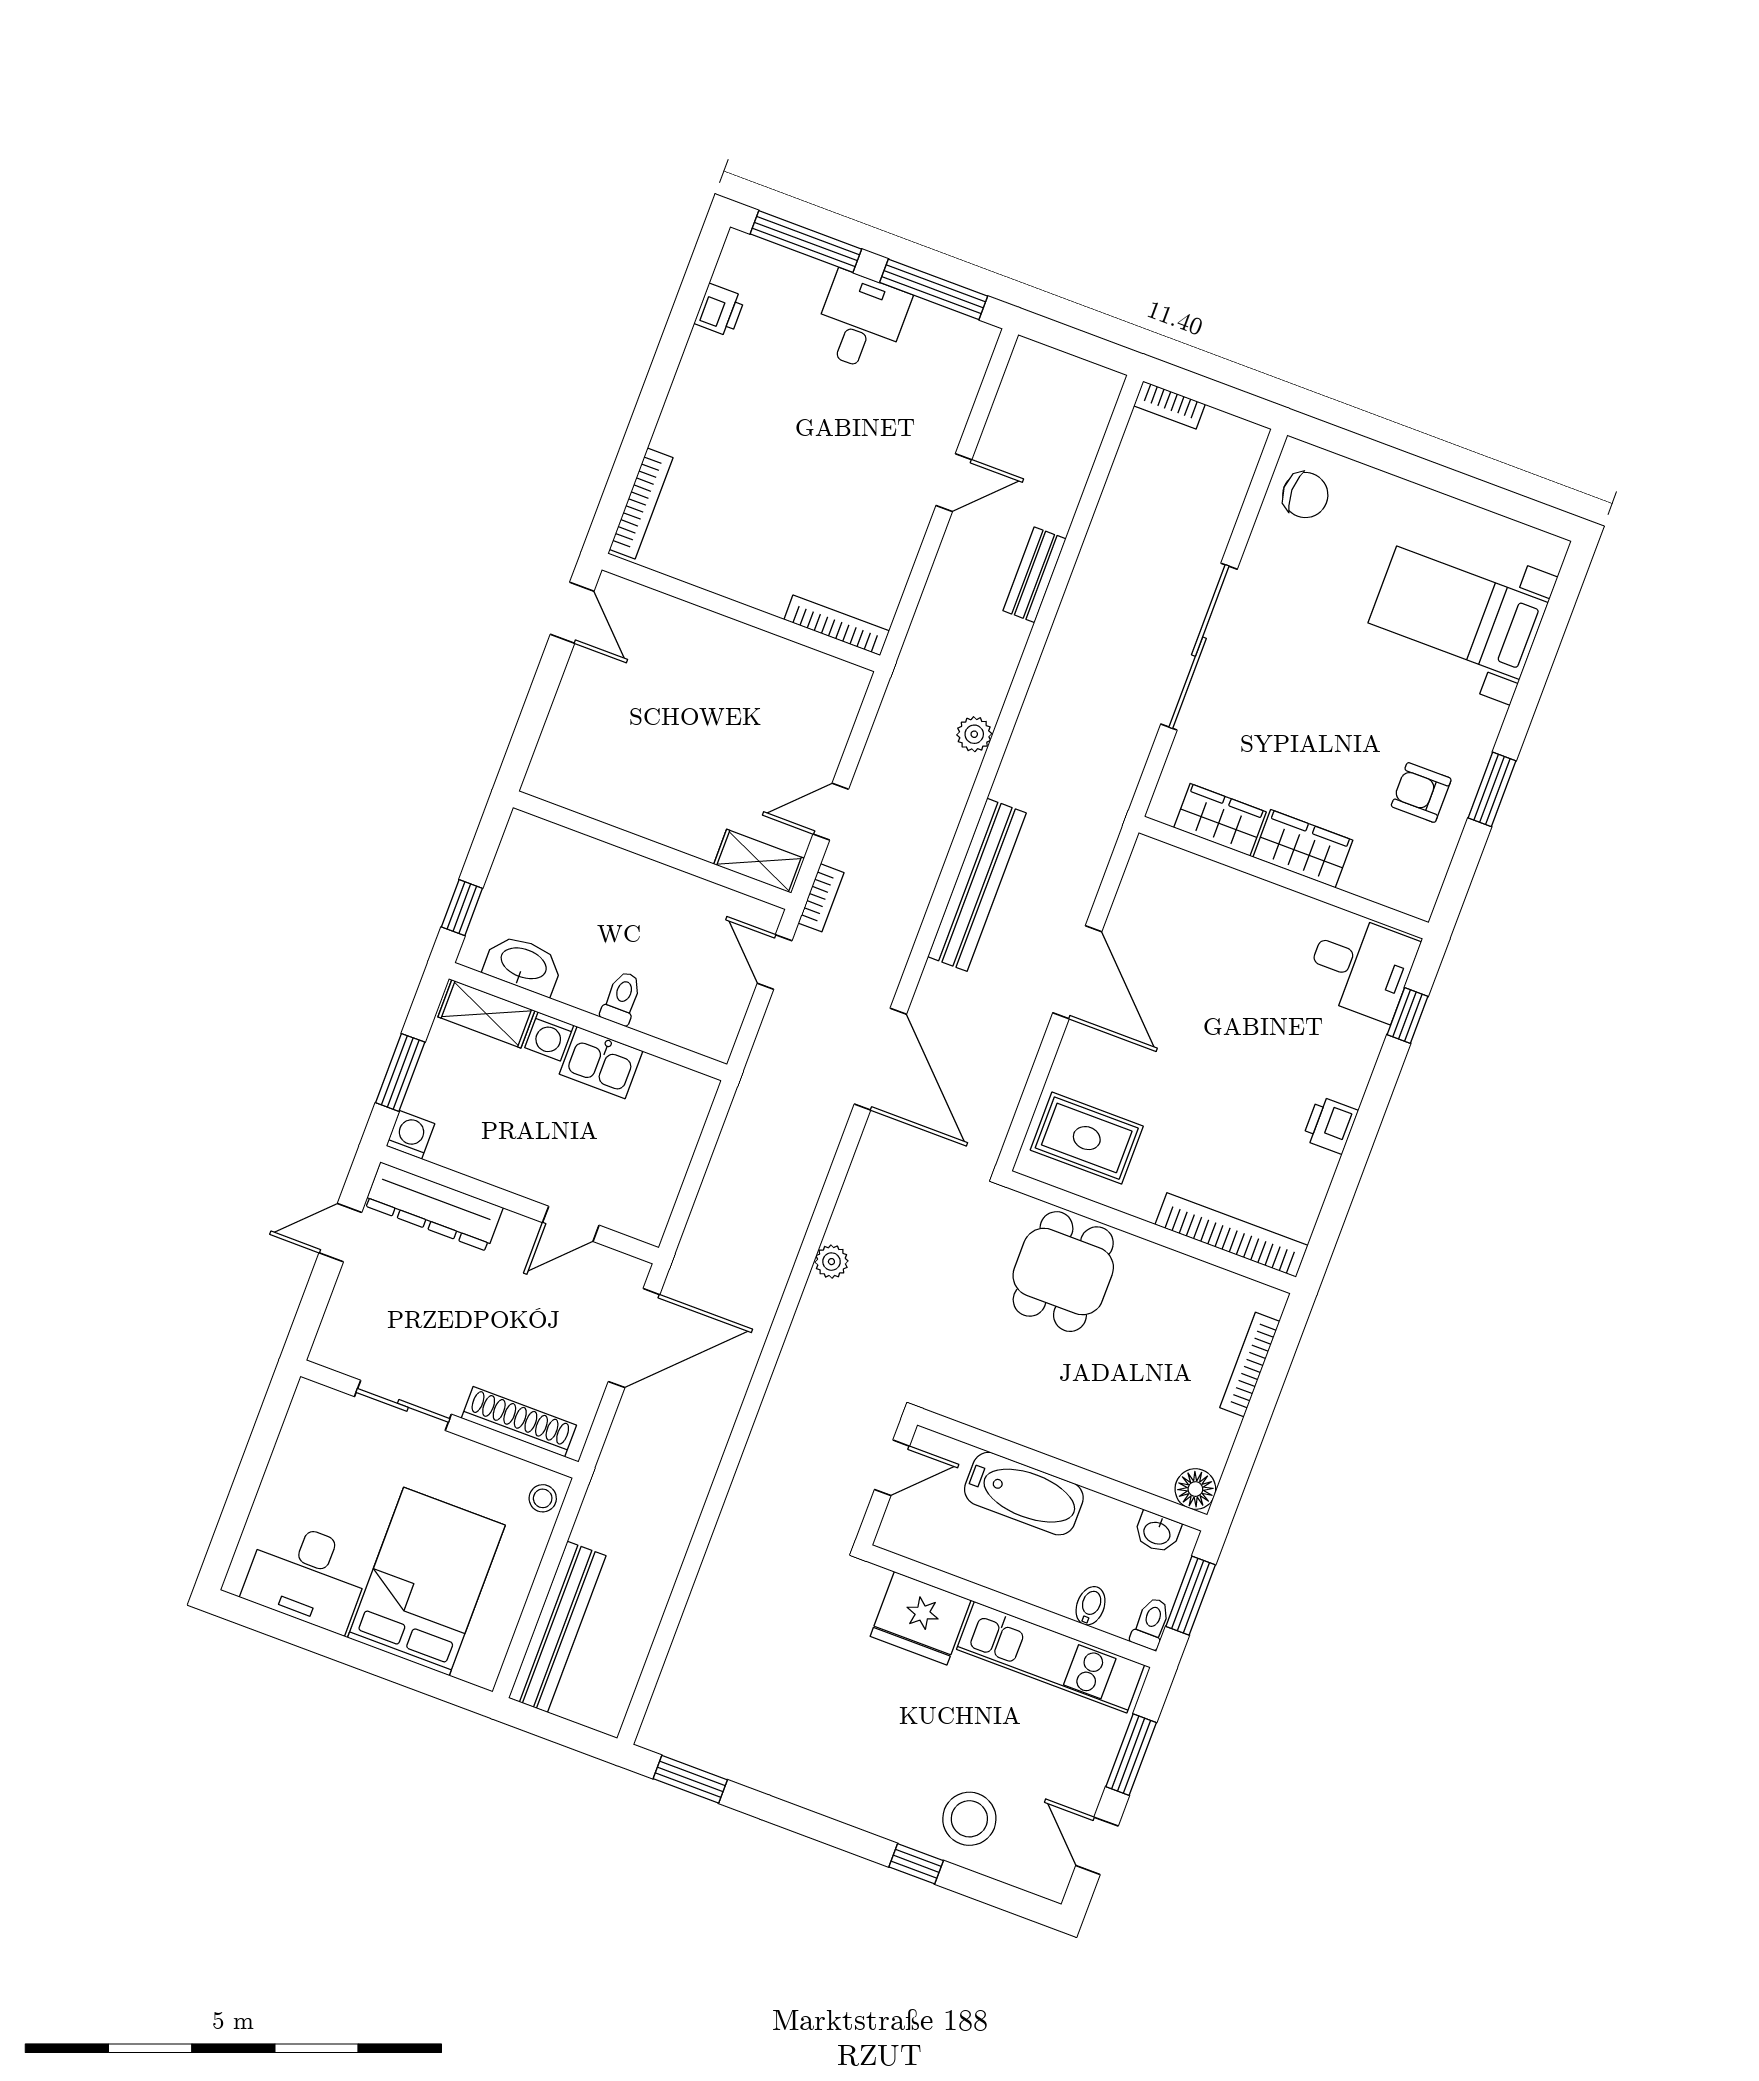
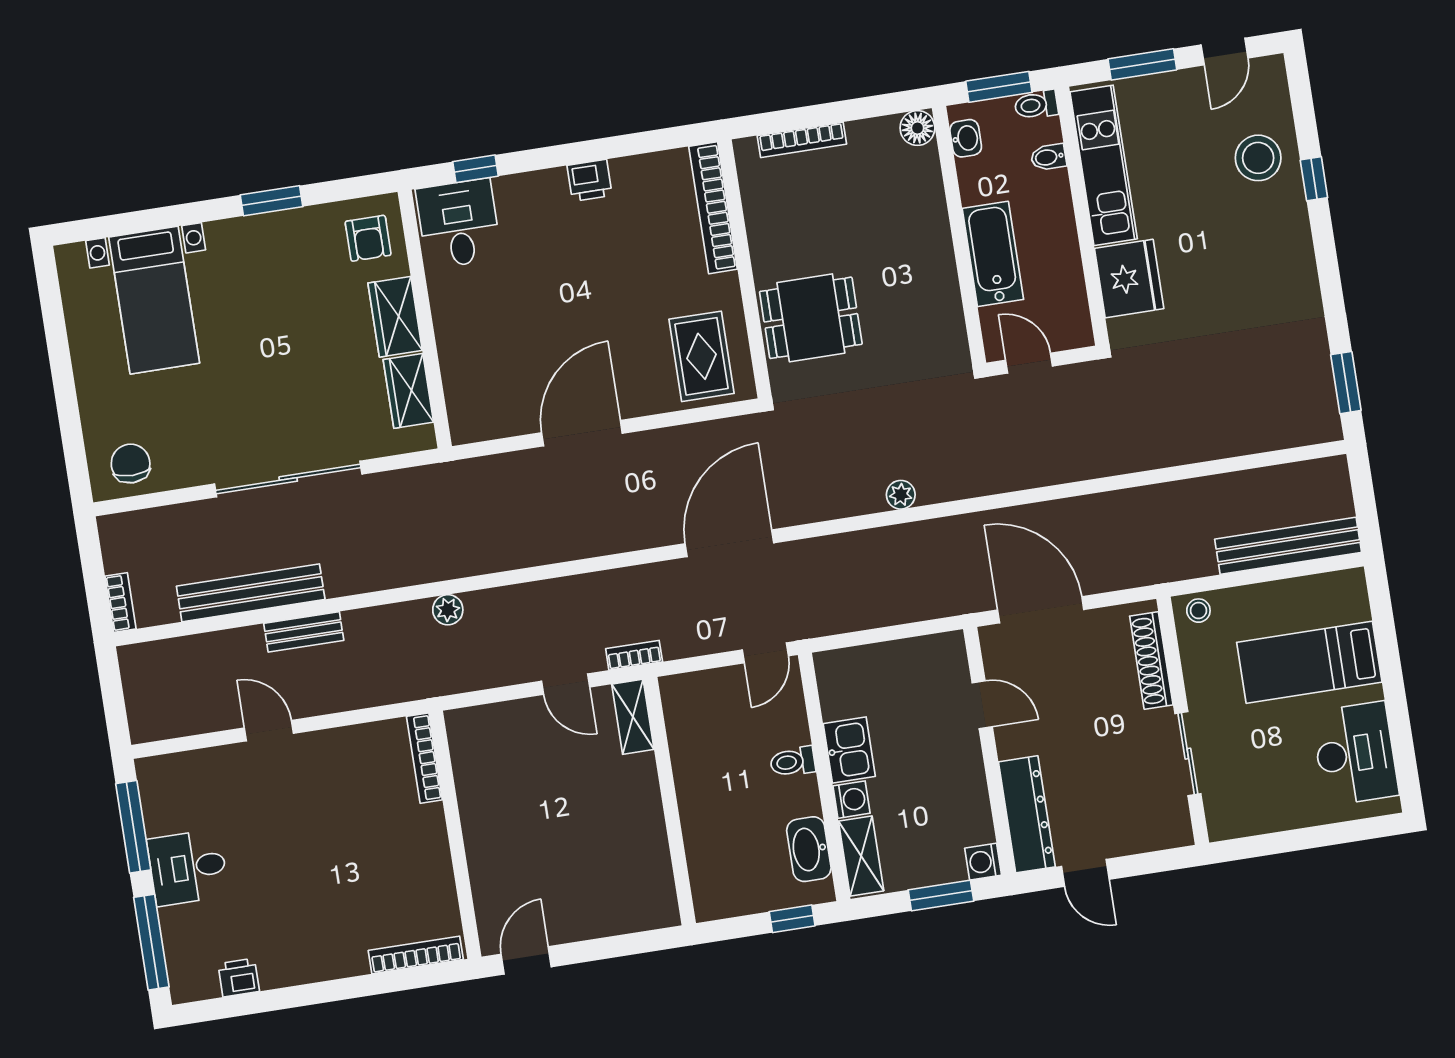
armchair: (1421, 792) -> (368, 238), moved
bench: (977, 885) -> (251, 593), moved
door: (775, 962) -> (765, 653), moved
bed: (426, 1581) -> (1309, 662), width x0.67

